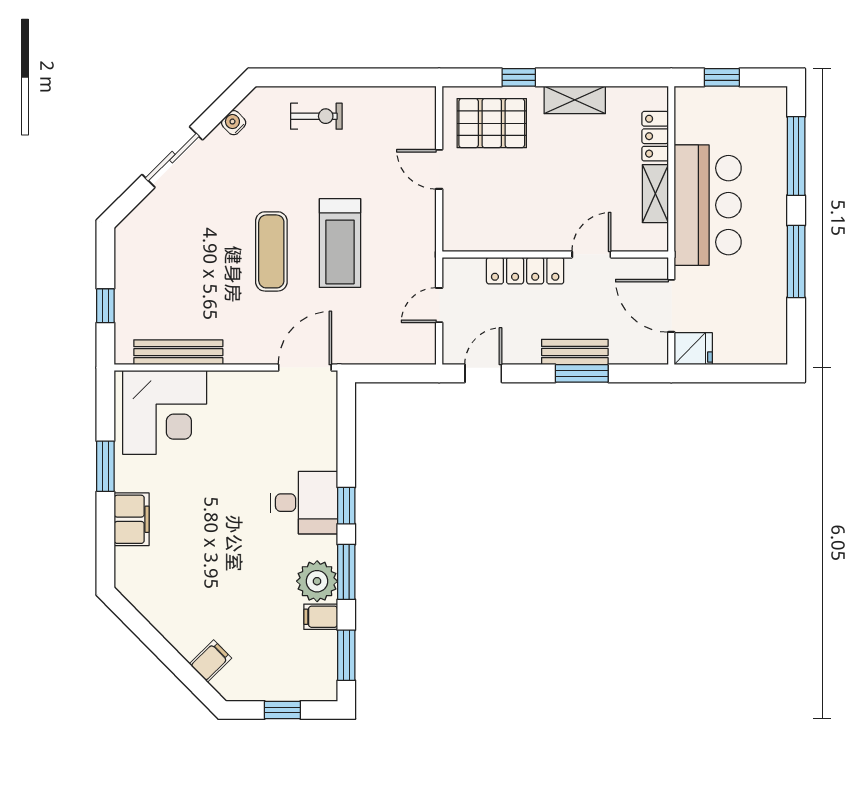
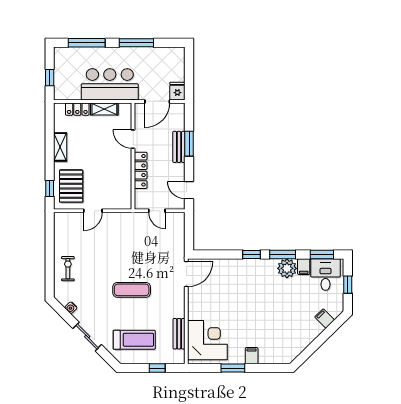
window: (519, 77) -> (50, 188), moved
treadmill: (340, 243) -> (134, 340), moved
bench: (178, 352) -> (179, 334), width x0.73
door: (305, 368) -> (186, 274), swing flipped
desk: (304, 503) -> (326, 275), moved
filing cabinet: (132, 519) -> (252, 356), width x0.50

